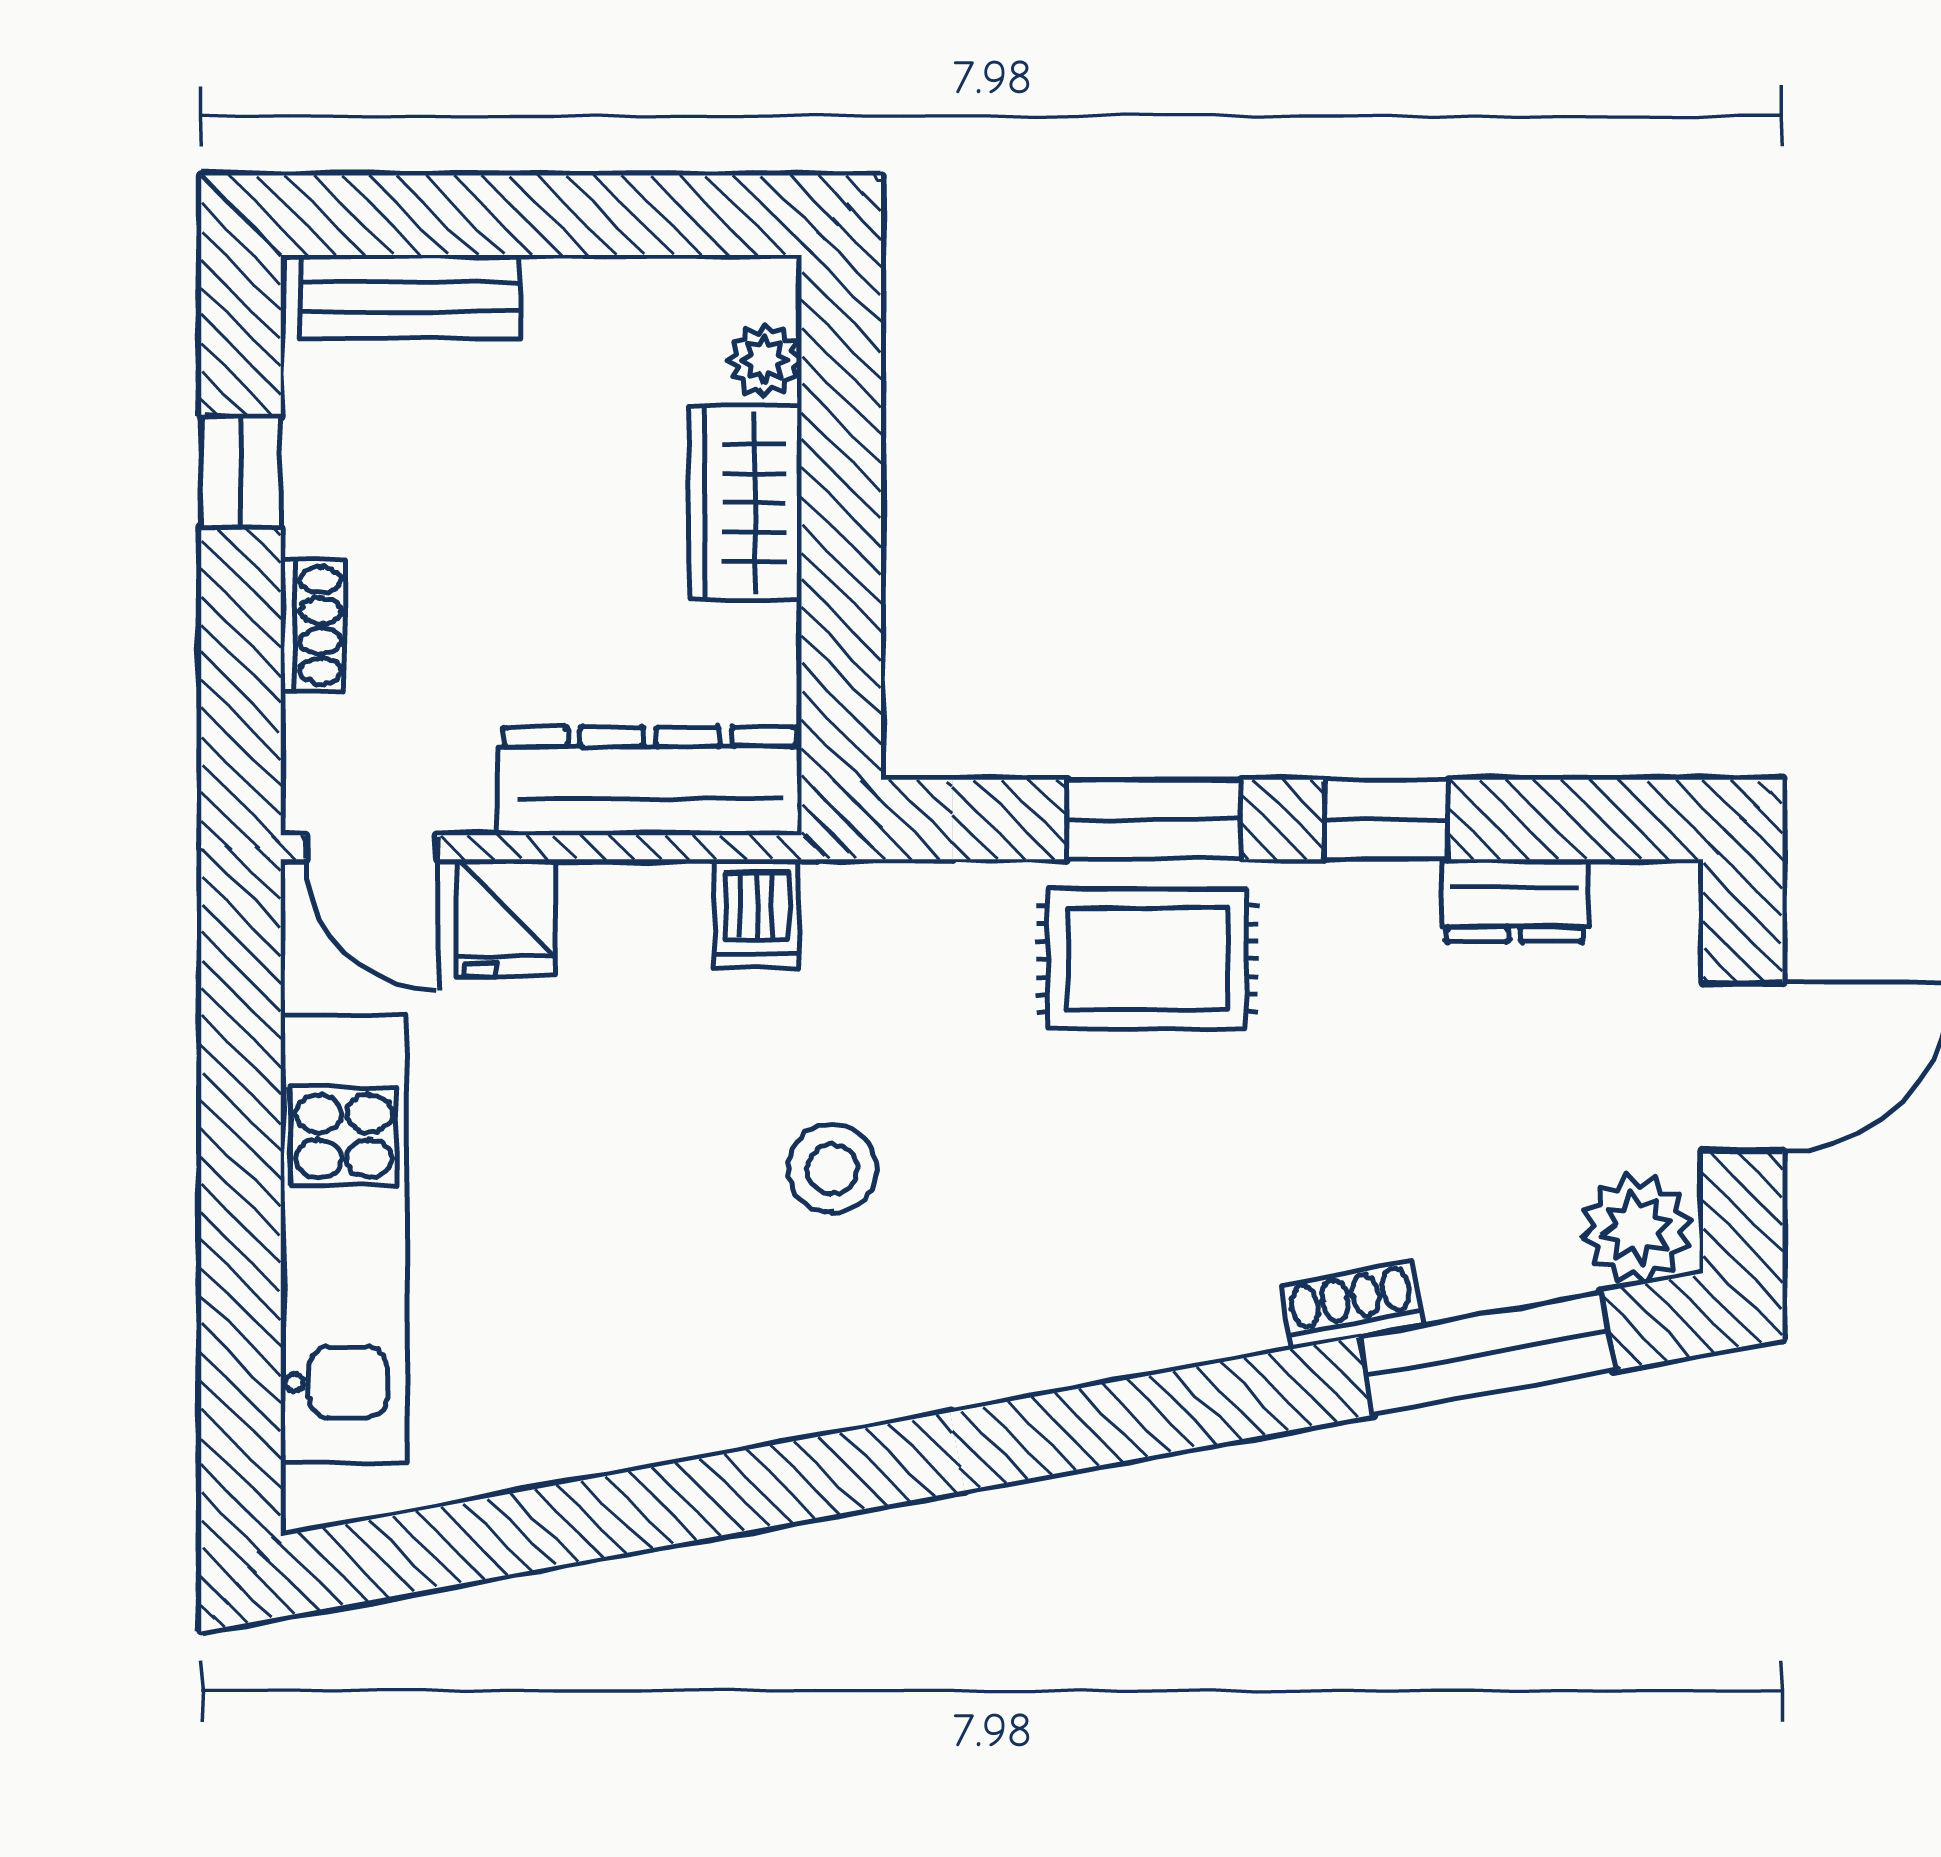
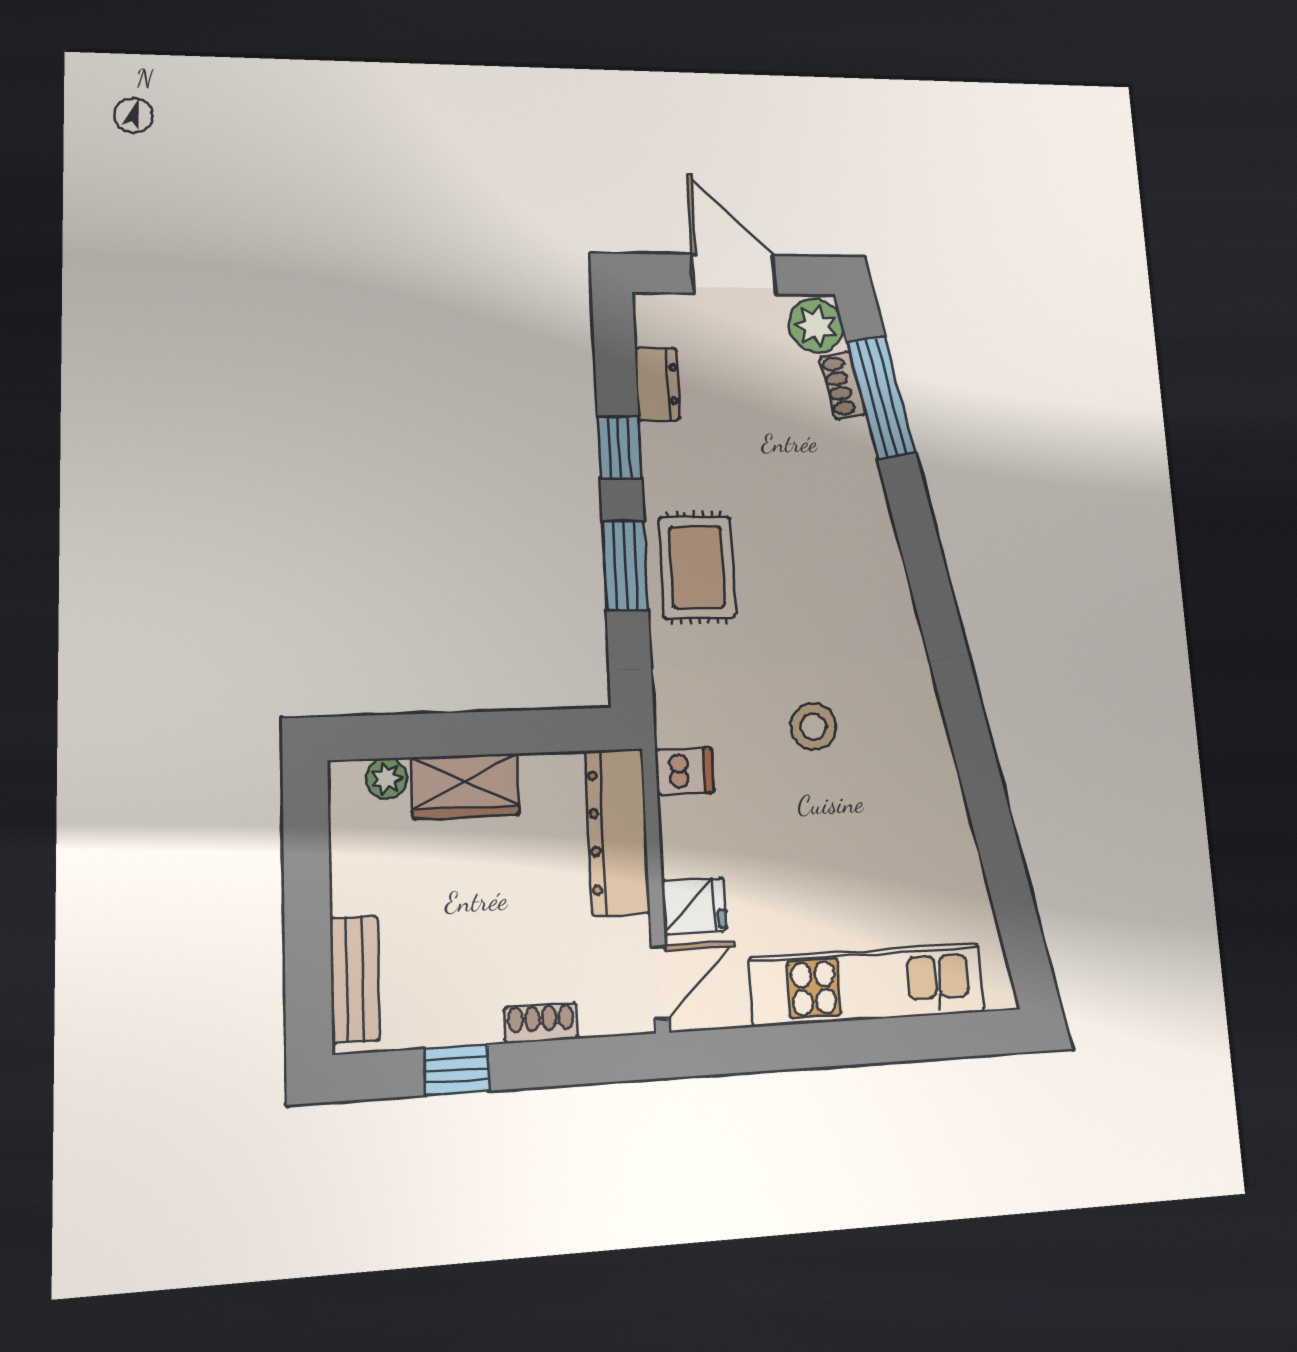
shoe rack: (1352, 1305) -> (843, 385), moved

